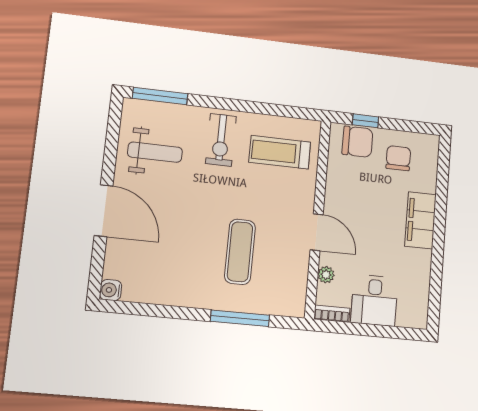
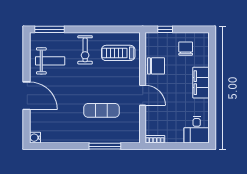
chair: (357, 142) -> (156, 66), moved
exercise mat: (240, 252) -> (101, 110), turned 90
plant: (326, 275) -> (150, 118), removed
desk: (374, 300) -> (197, 130), moved

